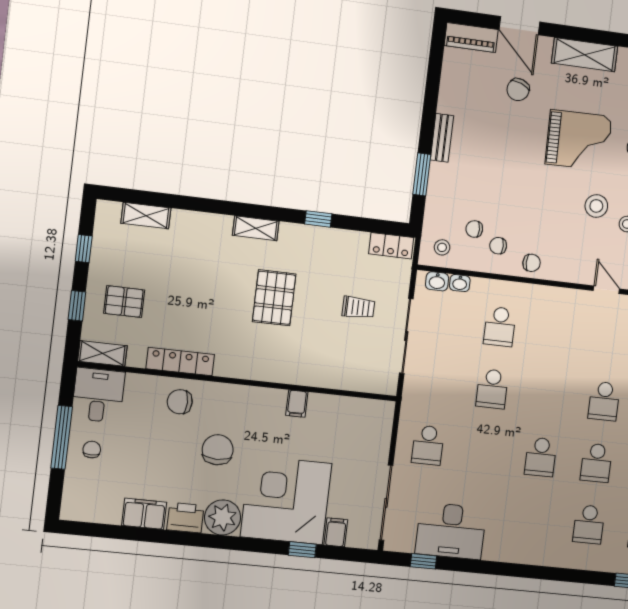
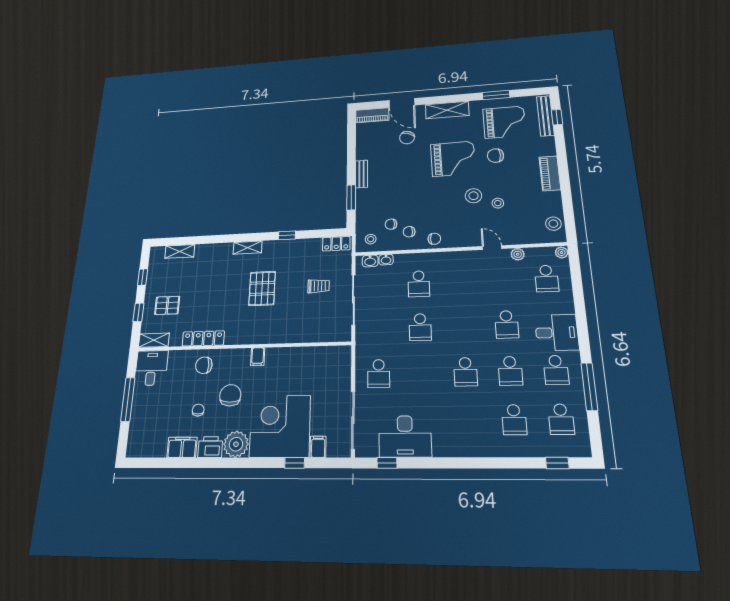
filing cabinet: (297, 404) -> (258, 357), moved
chair: (92, 450) -> (198, 410), moved

